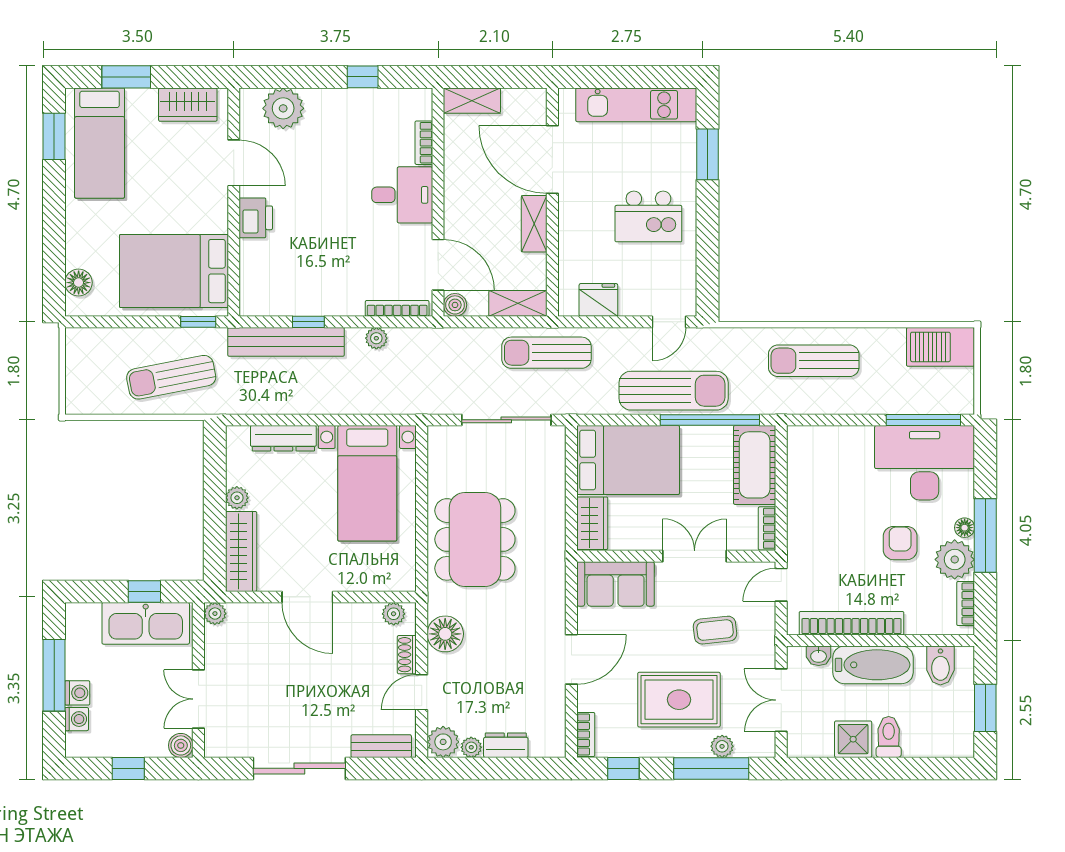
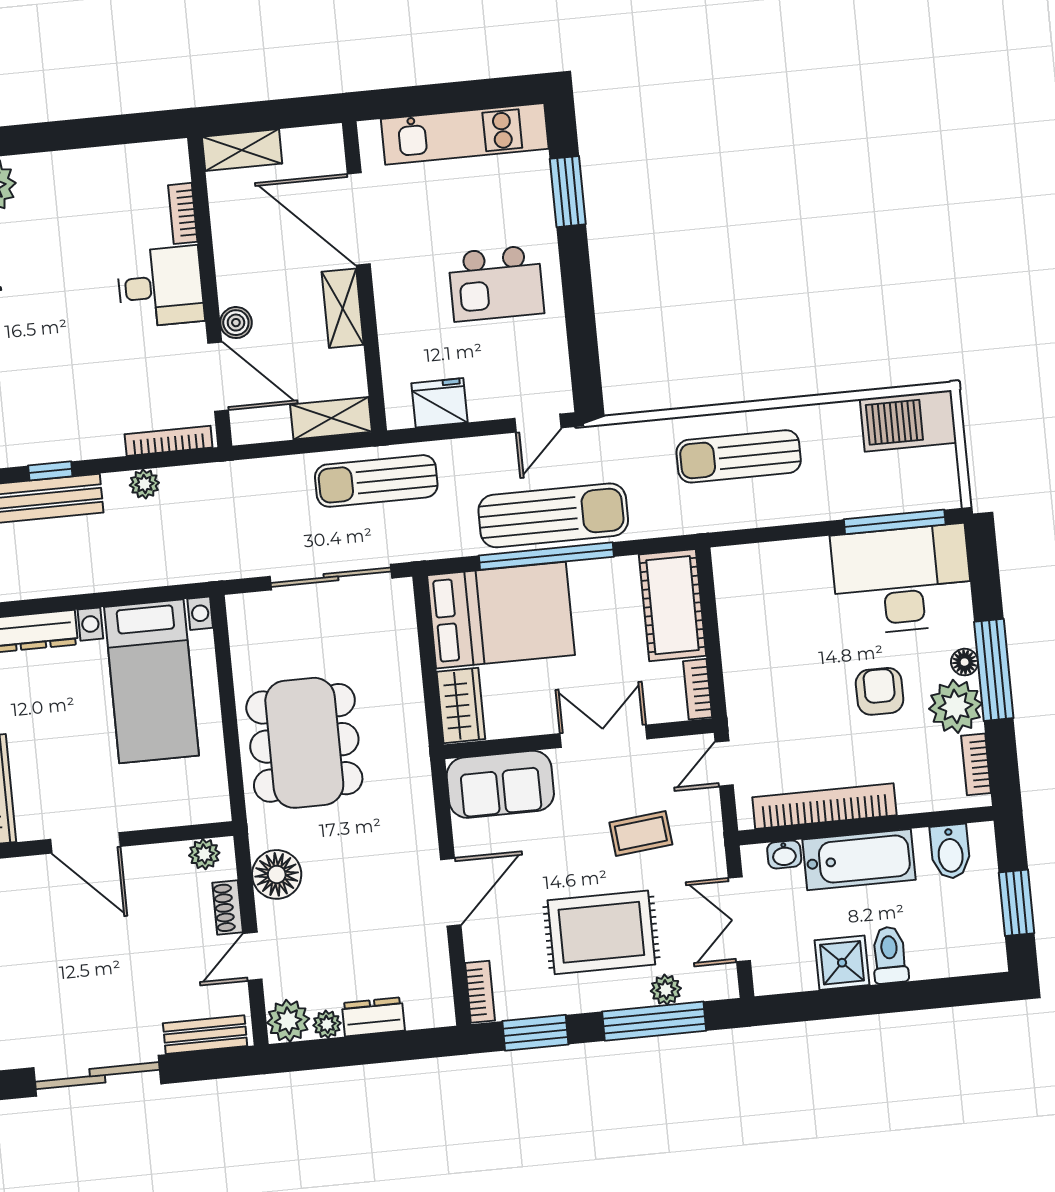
window: (363, 77) -> (91, 133), removed
boiler: (455, 305) -> (236, 323), moved
window: (710, 420) -> (546, 556), moved
window: (623, 768) -> (535, 1033), width x1.50

